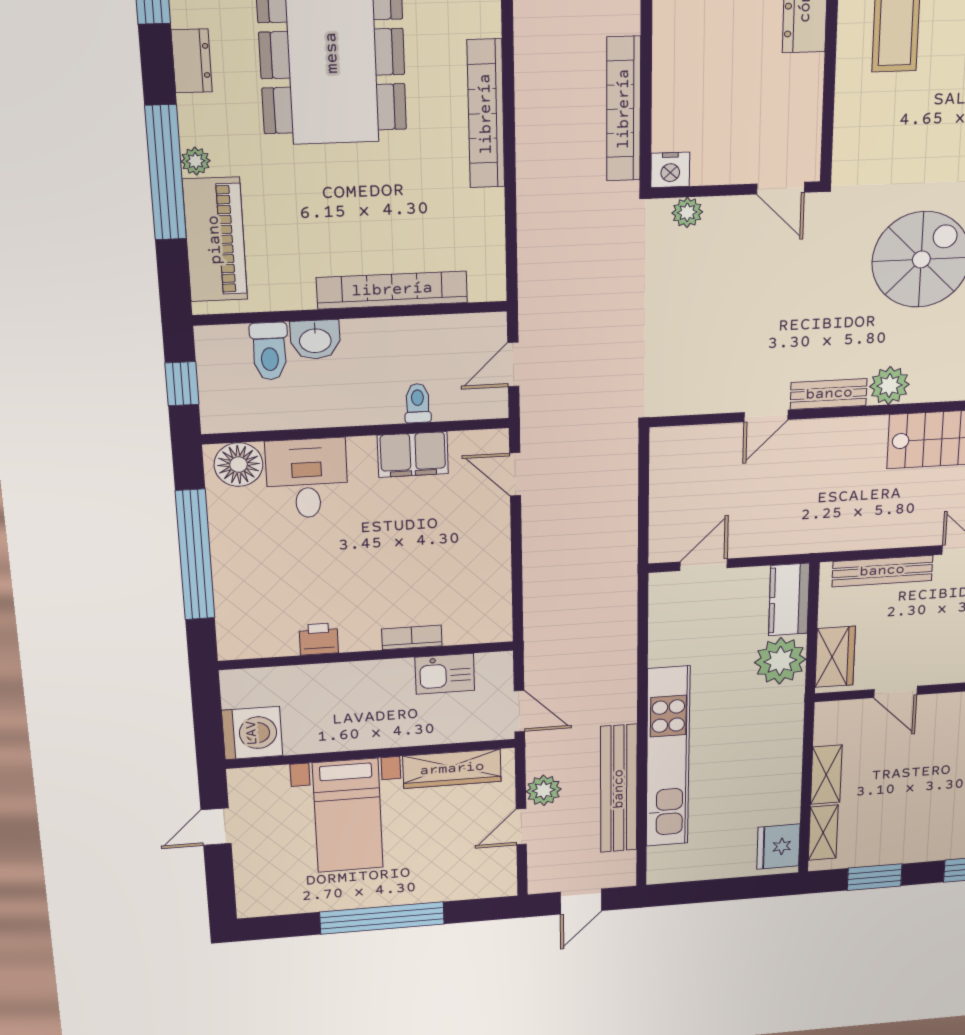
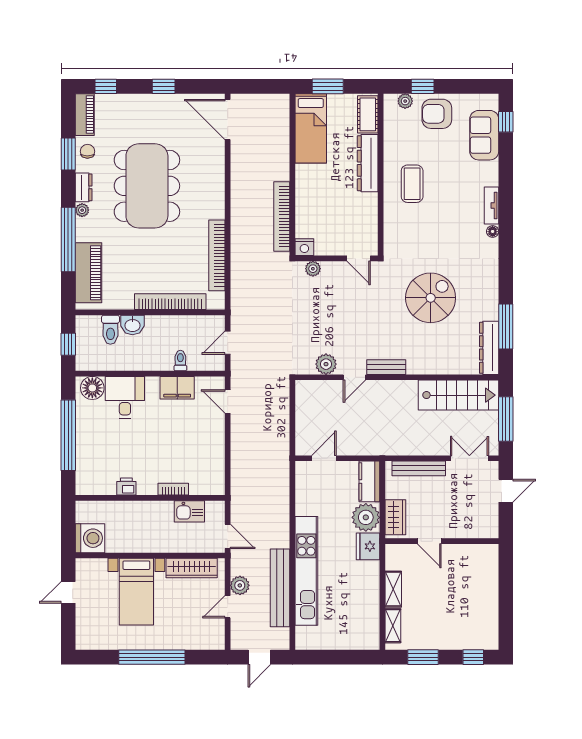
bookcase: (486, 114) -> (217, 255), moved
plant: (196, 161) -> (82, 210), moved
plant: (889, 385) -> (326, 364), moved
fridge: (778, 847) -> (368, 546), moved

